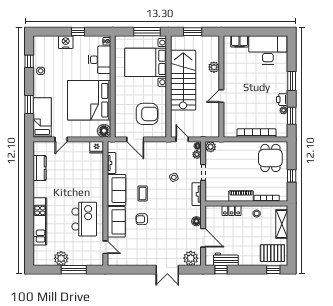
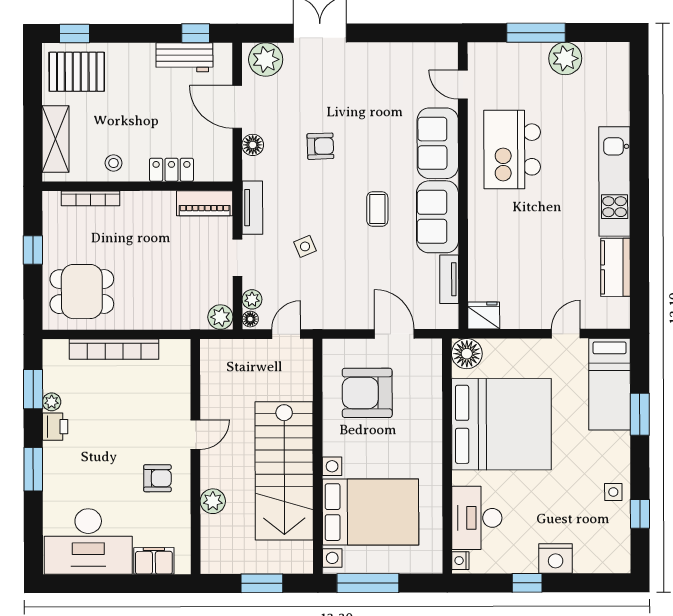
armchair: (238, 77) -> (157, 478), added
door: (182, 139) -> (286, 334), swing flipped
dining table: (270, 158) -> (82, 292), turned 90
piano: (241, 196) -> (205, 203), moved
armchair: (142, 219) -> (320, 146), moved
kitchen unit: (40, 221) -> (614, 181), moved

